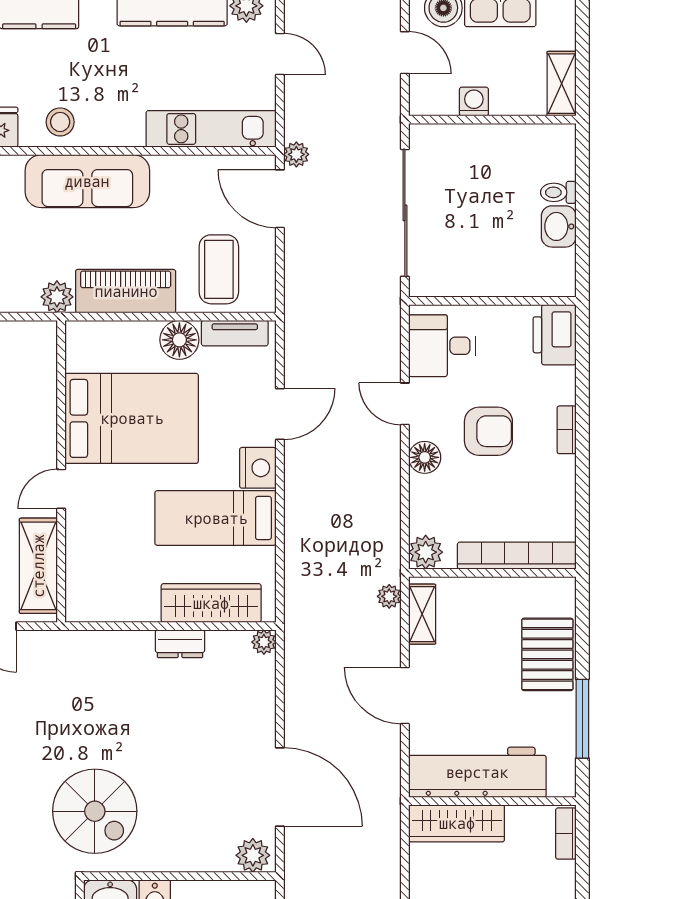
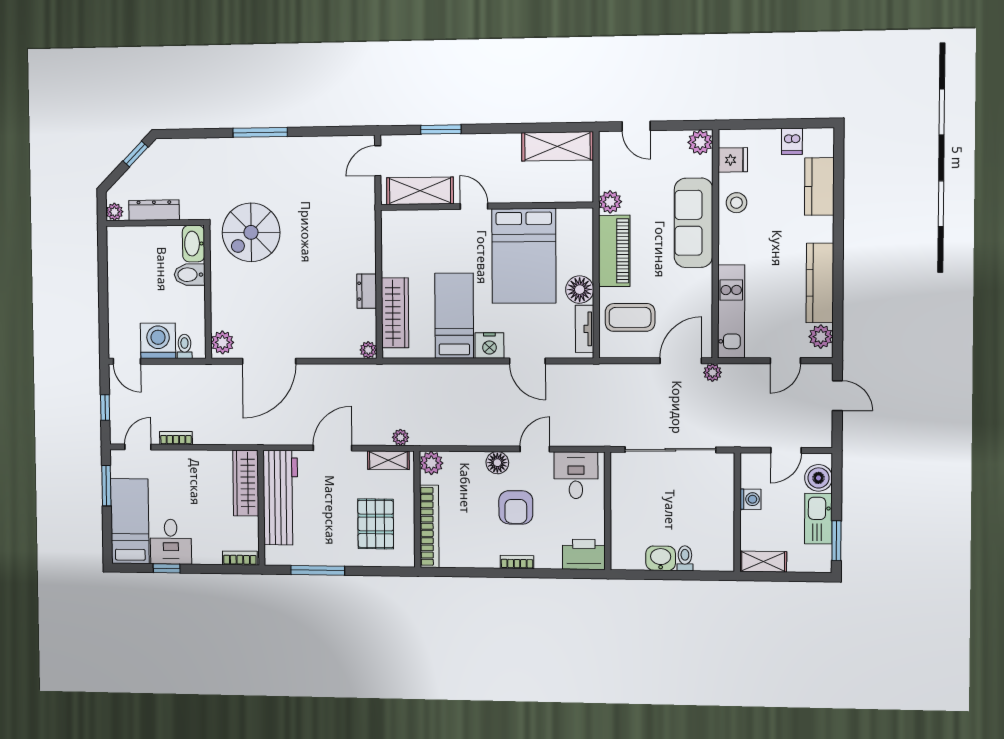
pallet: (547, 654) -> (376, 524), moved, turned 90

